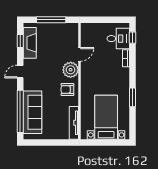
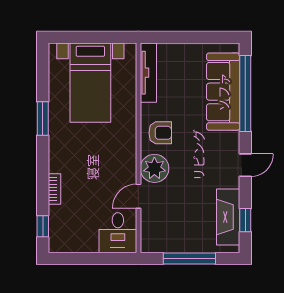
desk: (118, 39) -> (118, 233), moved, turned -90

